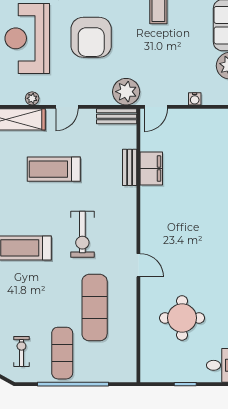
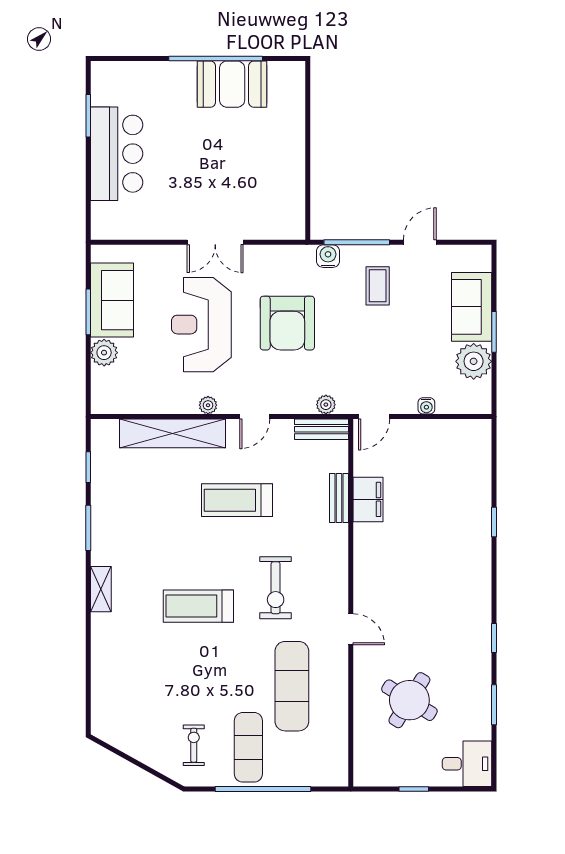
plant: (126, 92) -> (326, 405), width x0.53, depth x0.53
round table: (182, 318) -> (409, 700), turned 32

